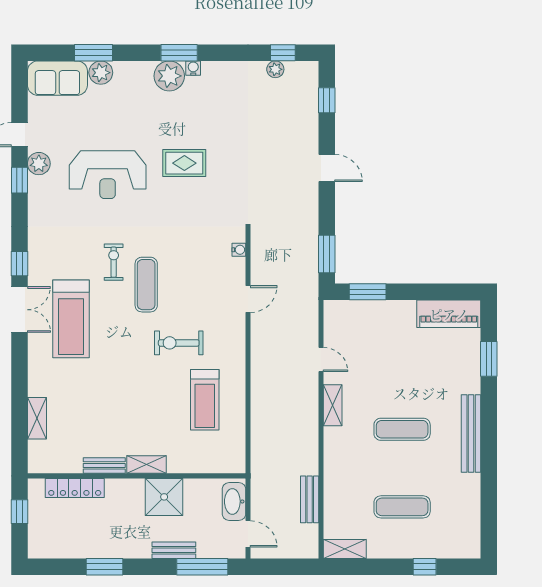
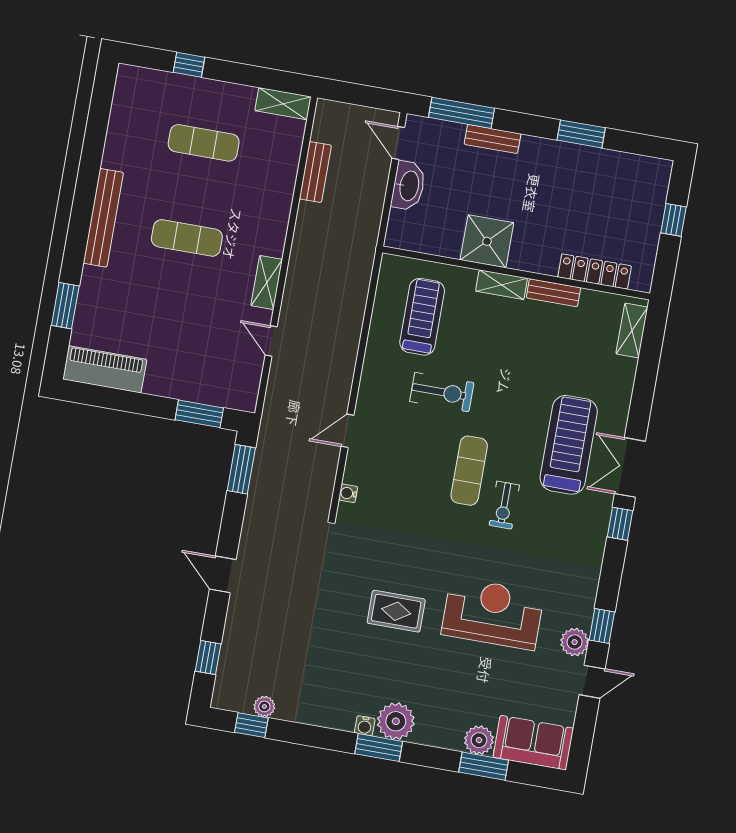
bench: (104, 465) -> (553, 293), moved
shelving: (146, 465) -> (502, 285), moved
wall: (137, 476) -> (516, 273), moved
locker: (75, 488) -> (595, 271), moved
shower: (164, 497) -> (487, 241), moved

